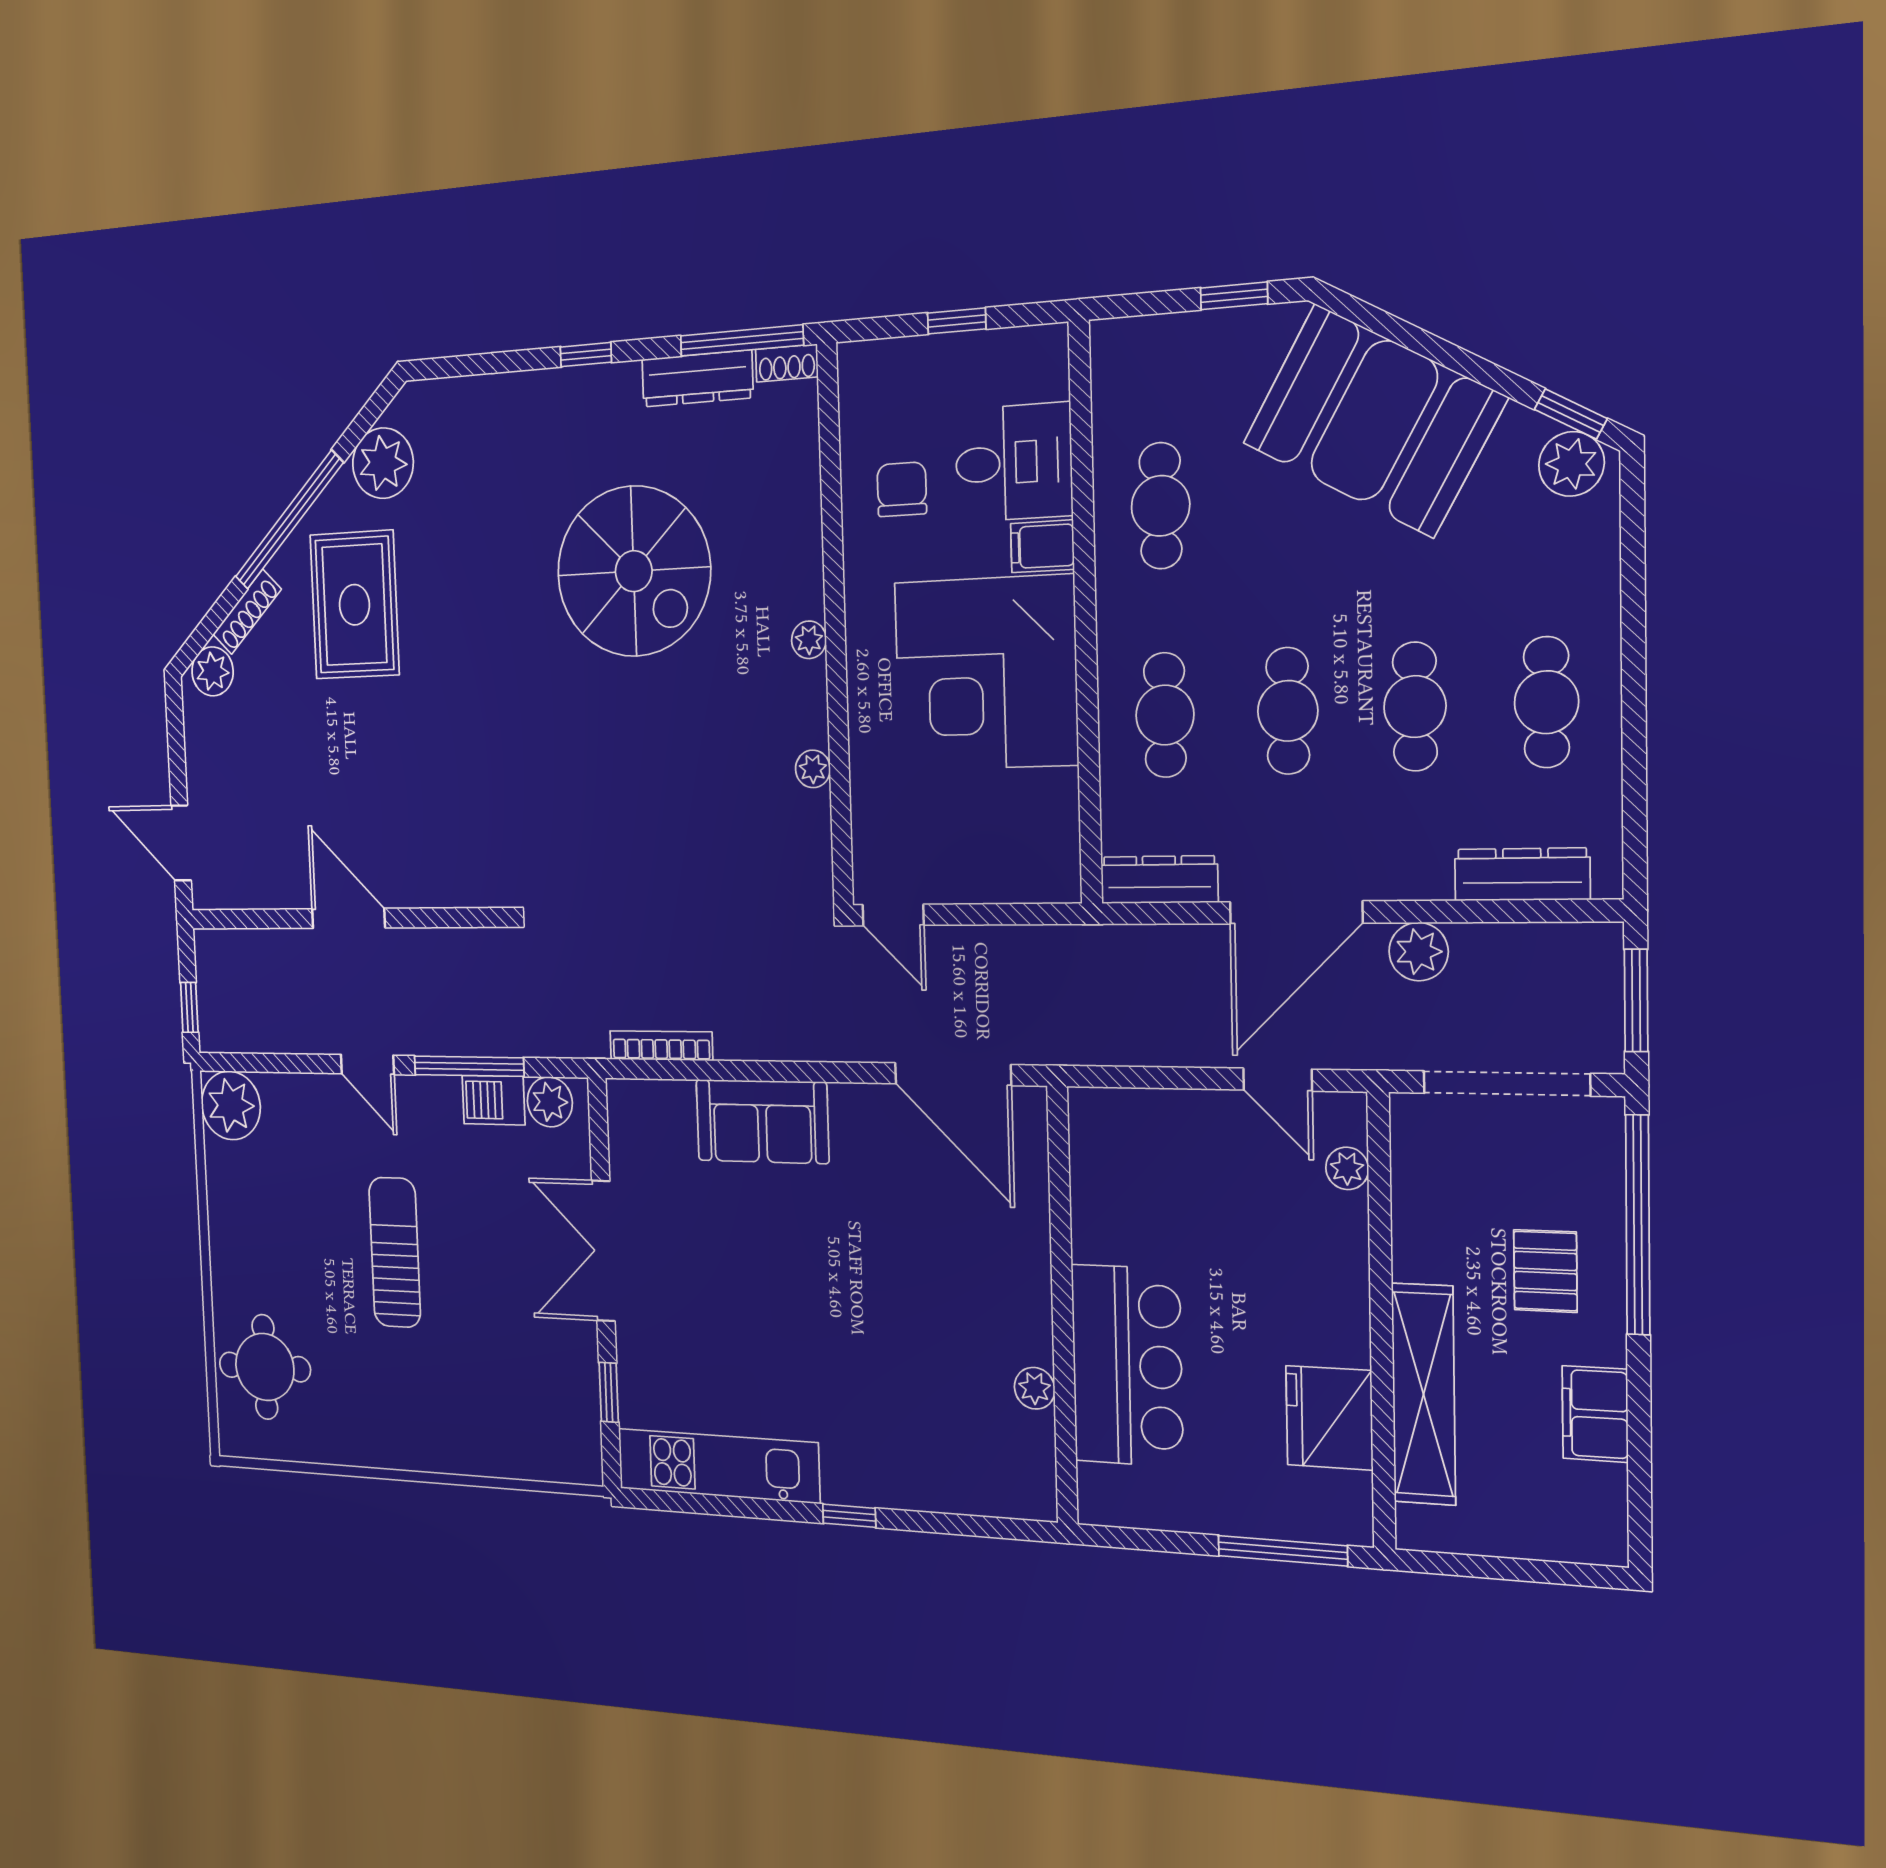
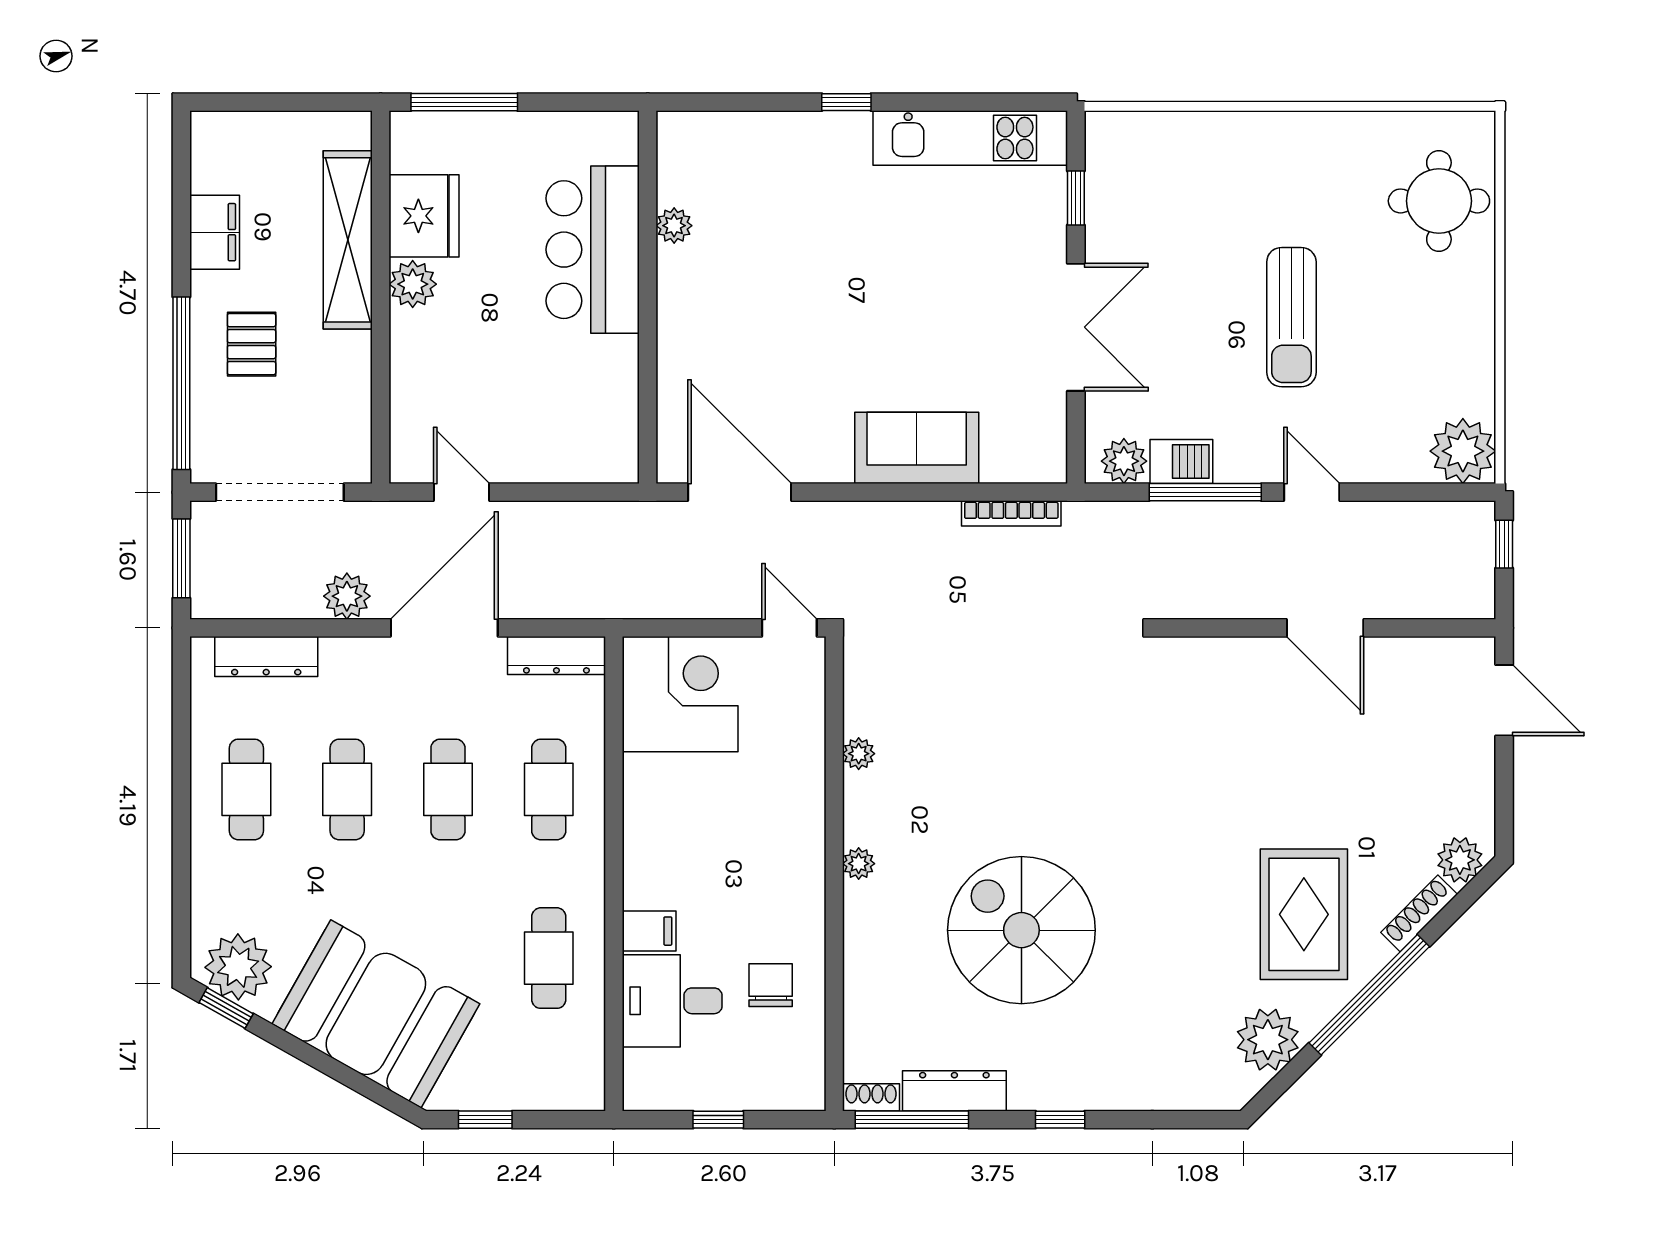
plant: (1571, 464) -> (238, 967), width x1.36, depth x1.36
chair: (902, 489) -> (771, 985), turned 180
corner desk: (986, 673) -> (680, 694), moved, width x0.74, depth x0.74
plant: (1347, 1168) -> (413, 284), moved, width x1.38, depth x1.38

